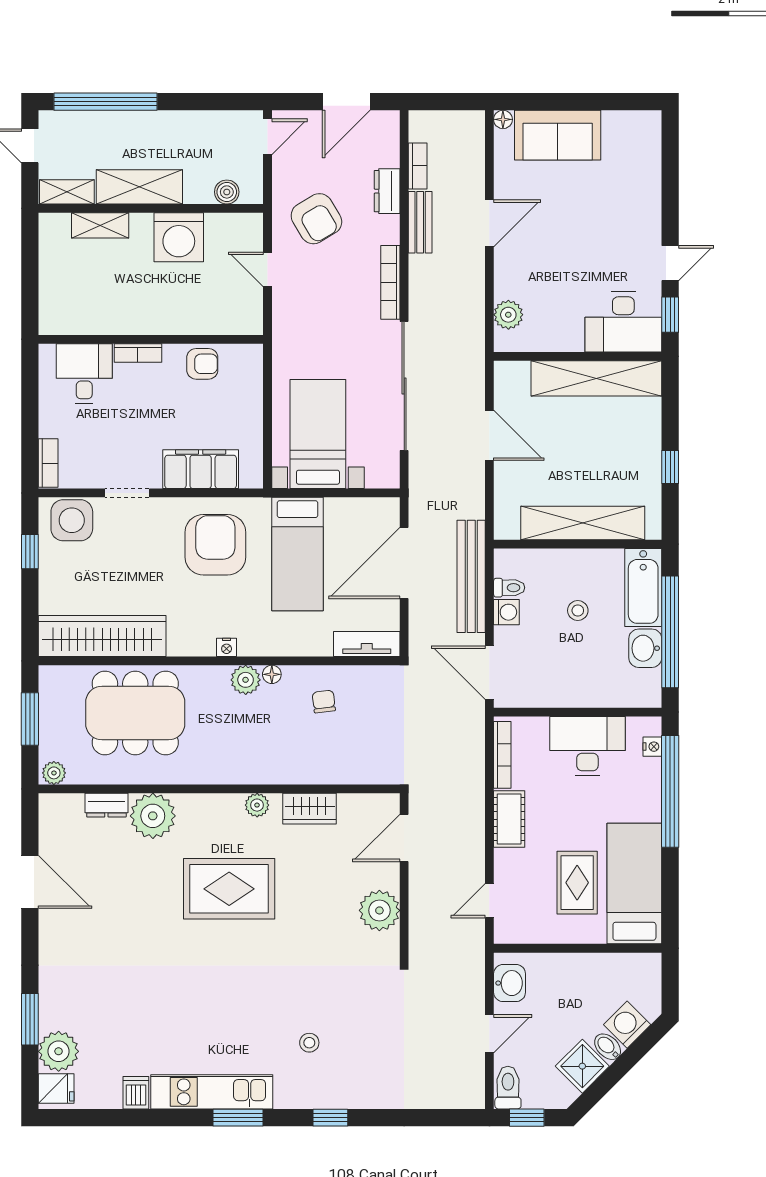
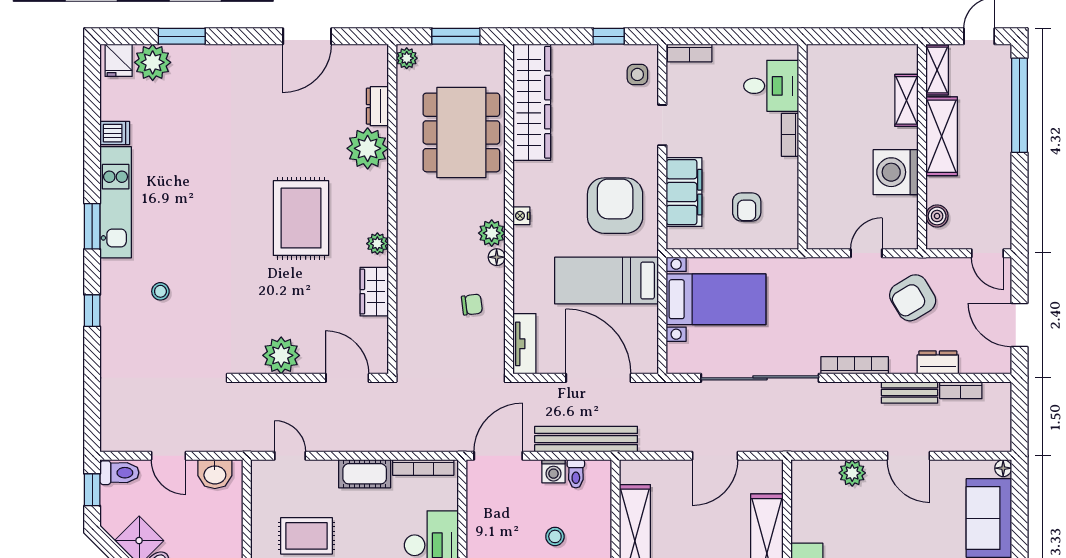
plant: (508, 315) -> (852, 473), moved
armchair: (202, 364) -> (747, 207), moved
side table: (72, 520) -> (637, 74), width x0.54, depth x0.54
armchair: (215, 545) -> (615, 206), turned -90

